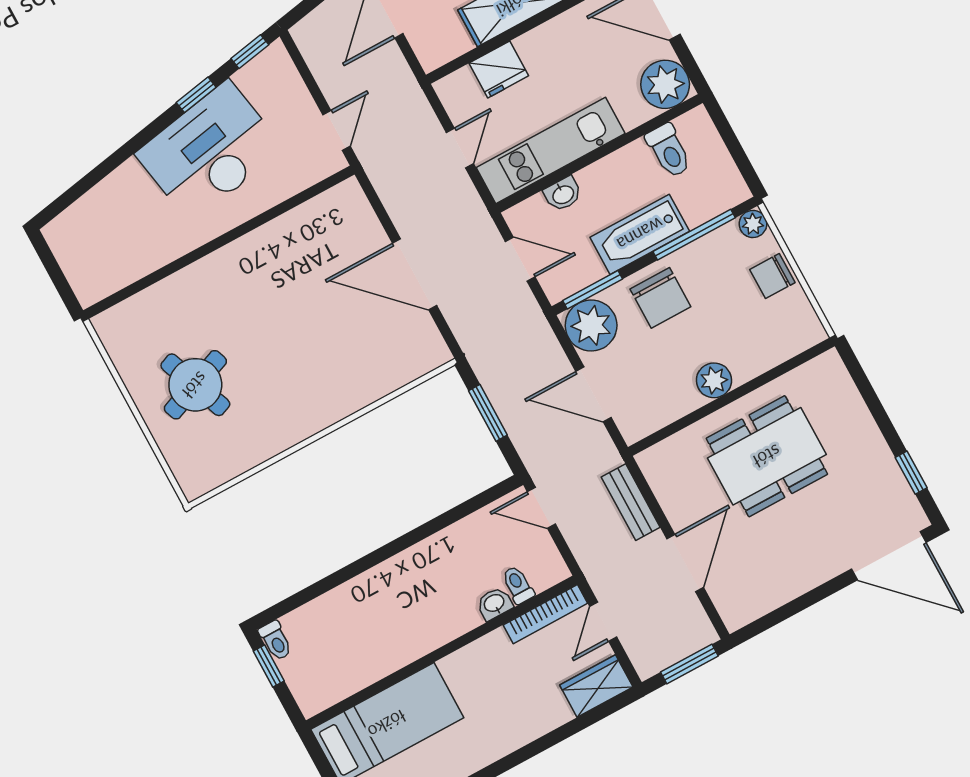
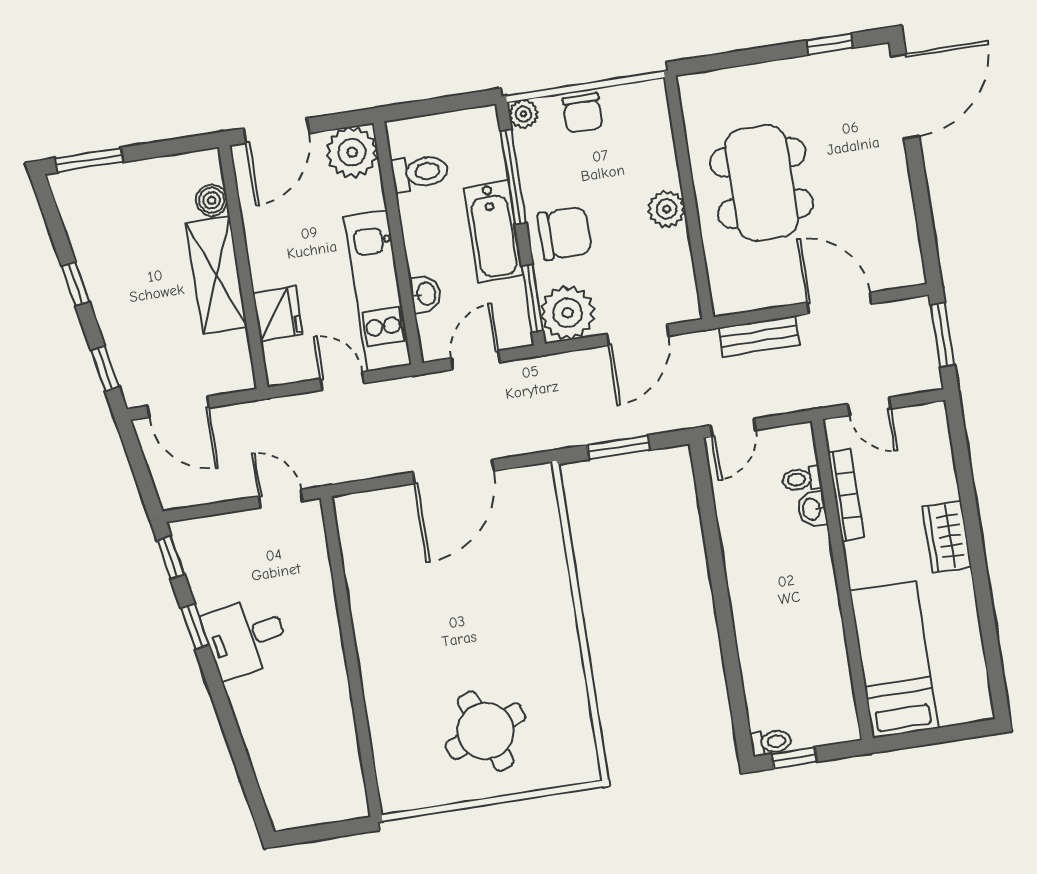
desk: (210, 151) -> (246, 637), width x0.53, depth x0.77
bookcase: (545, 614) -> (846, 495), moved
wardrobe: (596, 686) -> (947, 536), moved

